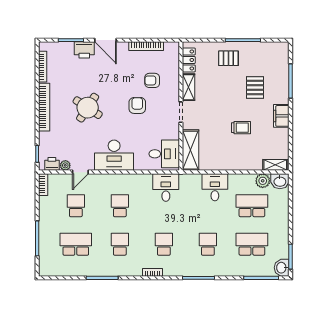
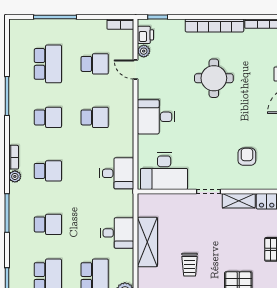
armchair: (137, 105) -> (217, 139), removed
round table: (88, 108) -> (214, 78), turned -33
shelving: (191, 150) -> (147, 242), moved, turned 90
desk: (164, 154) -> (164, 171), width x1.37
desk: (114, 155) -> (156, 117), width x0.73
plant: (168, 271) -> (15, 176), added

